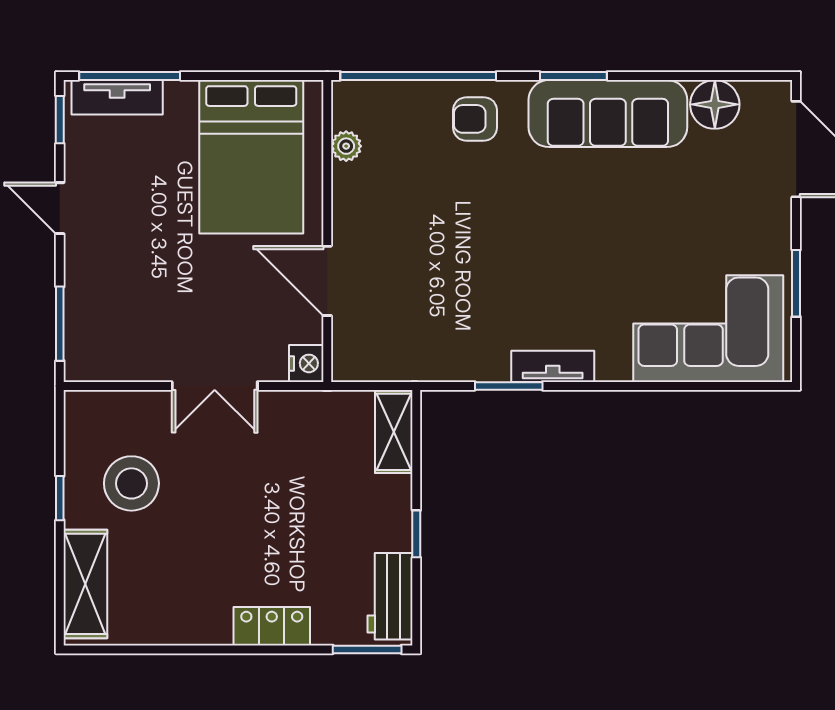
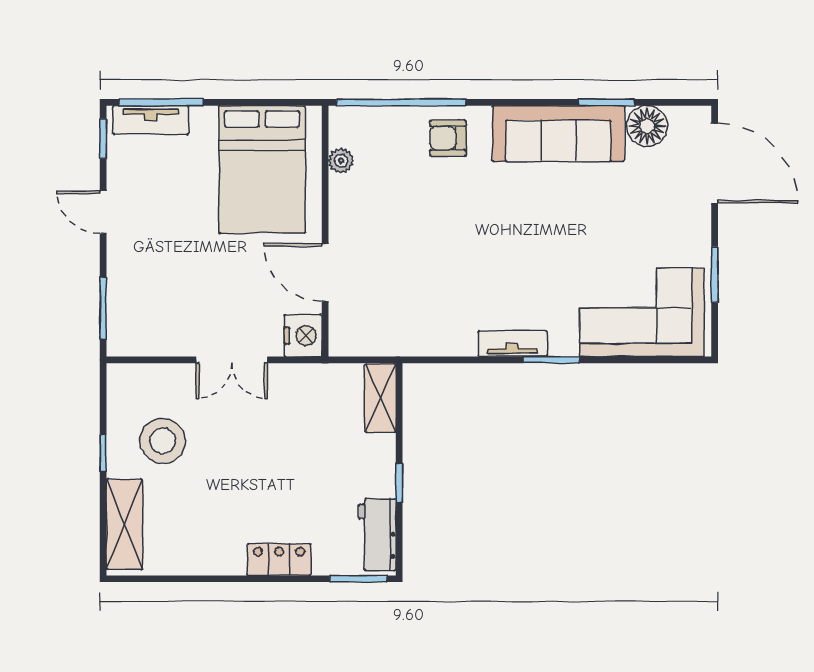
window: (573, 76) -> (606, 102), moved
nightstand: (306, 363) -> (303, 336), width x1.36, depth x1.33
window: (509, 386) -> (551, 360), moved

